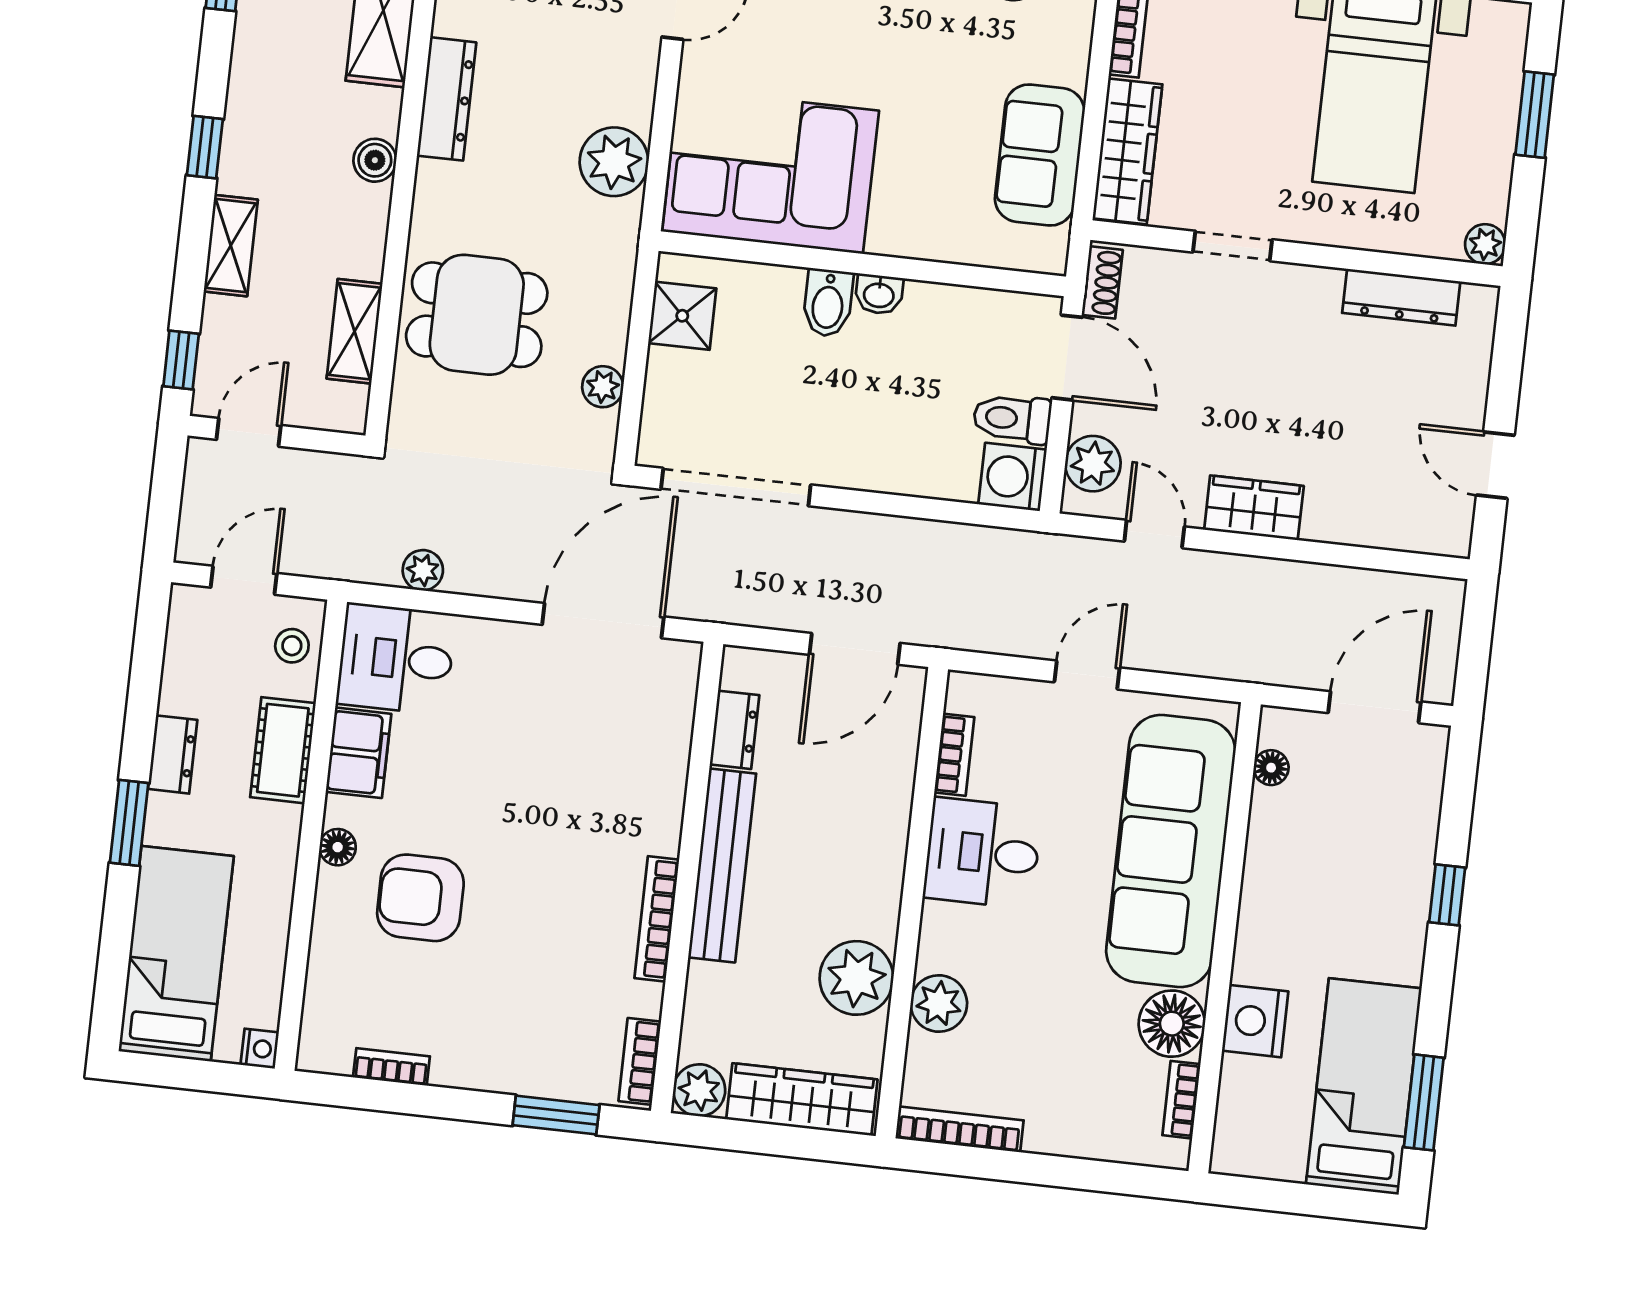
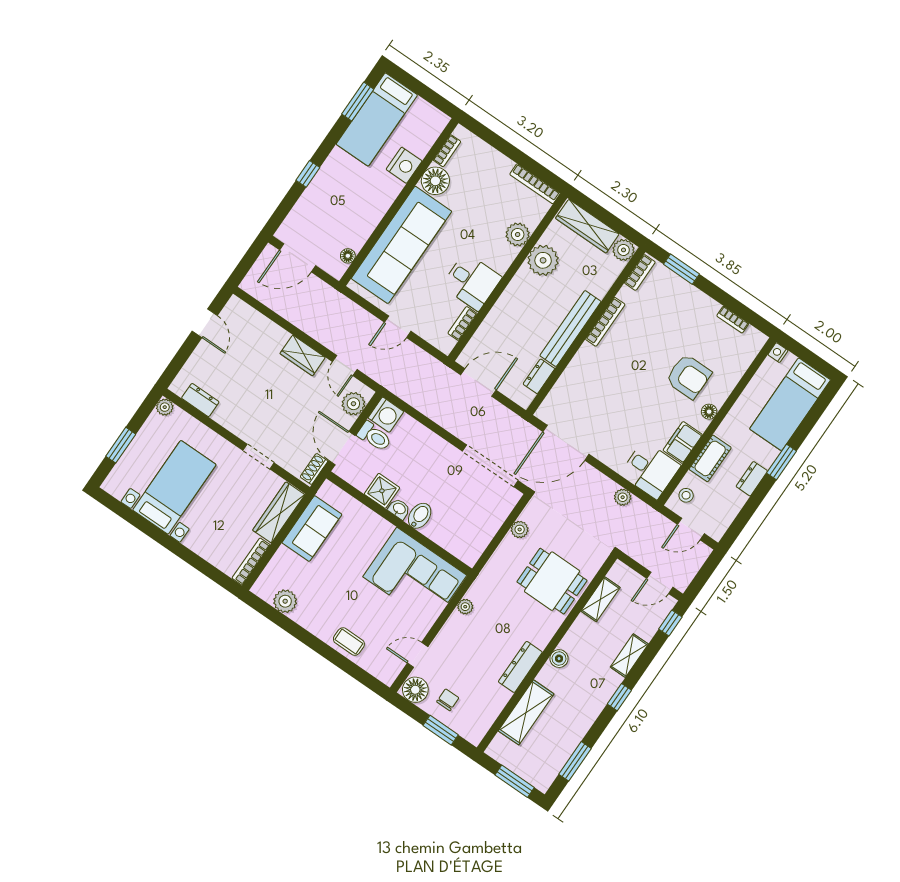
plant: (614, 162) -> (465, 607), width x0.53, depth x0.53
dresser: (1401, 297) -> (200, 400), width x0.70
shower: (682, 316) -> (382, 491), moved

